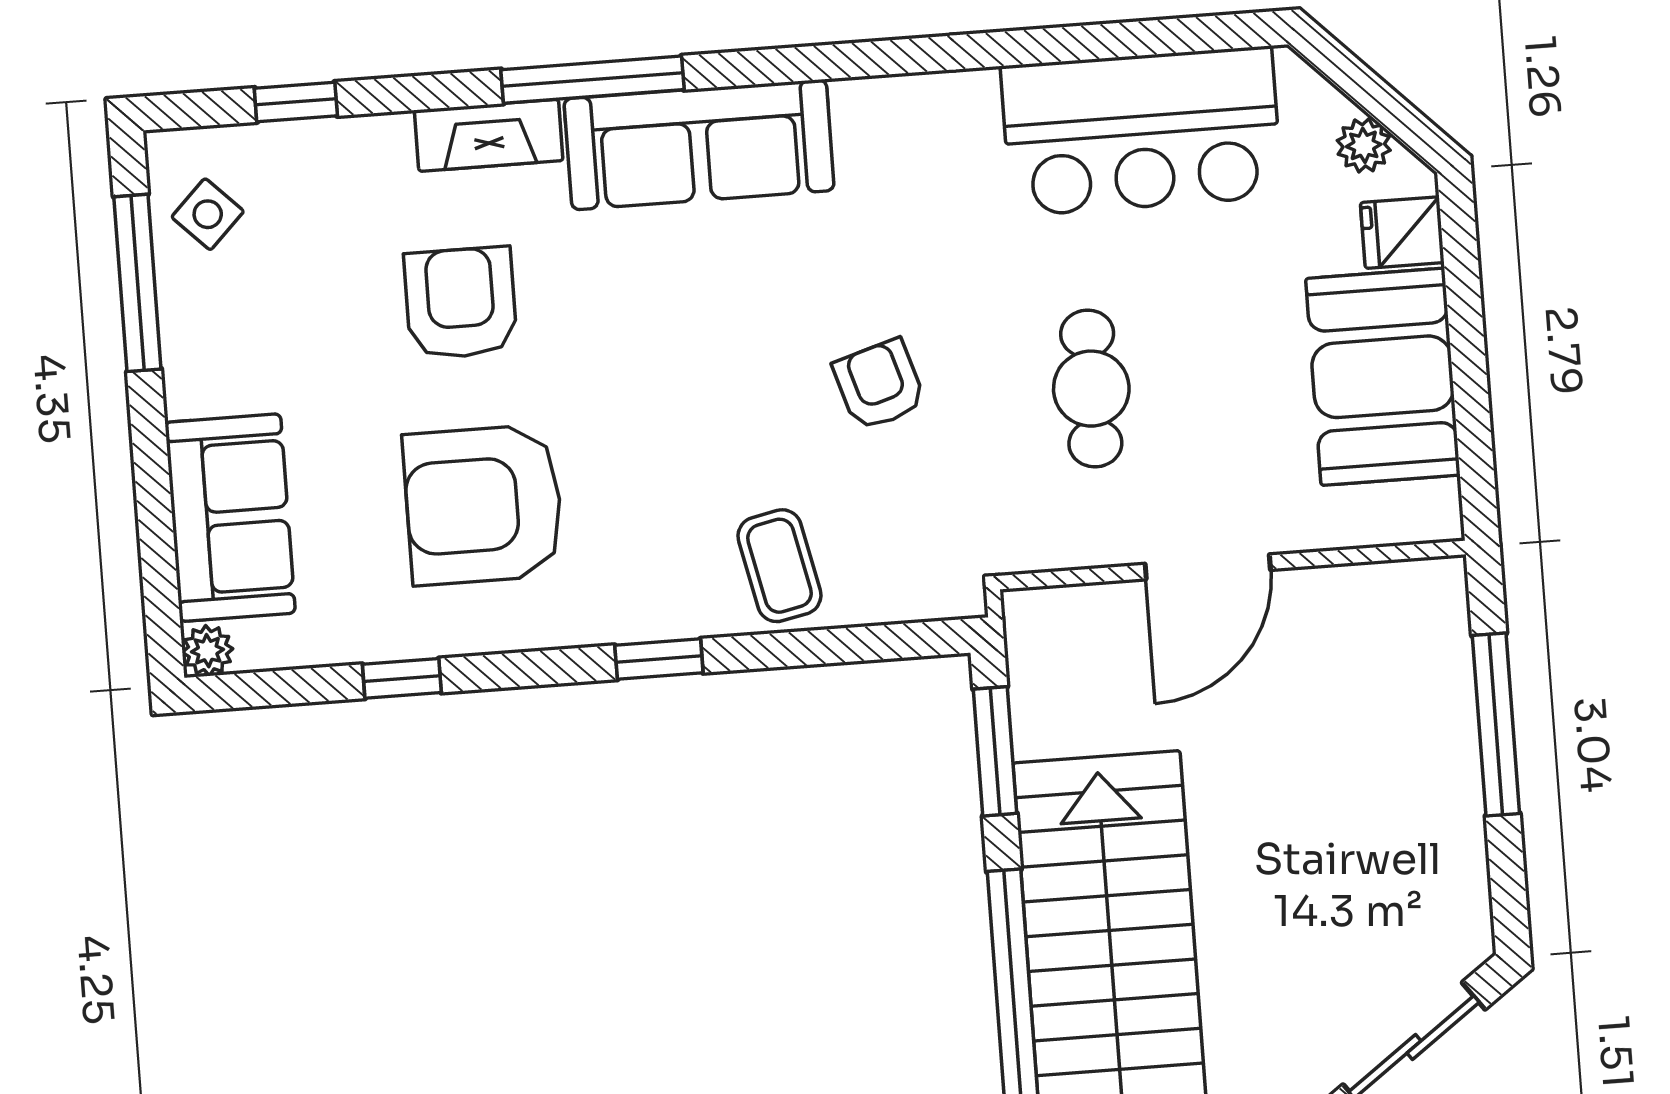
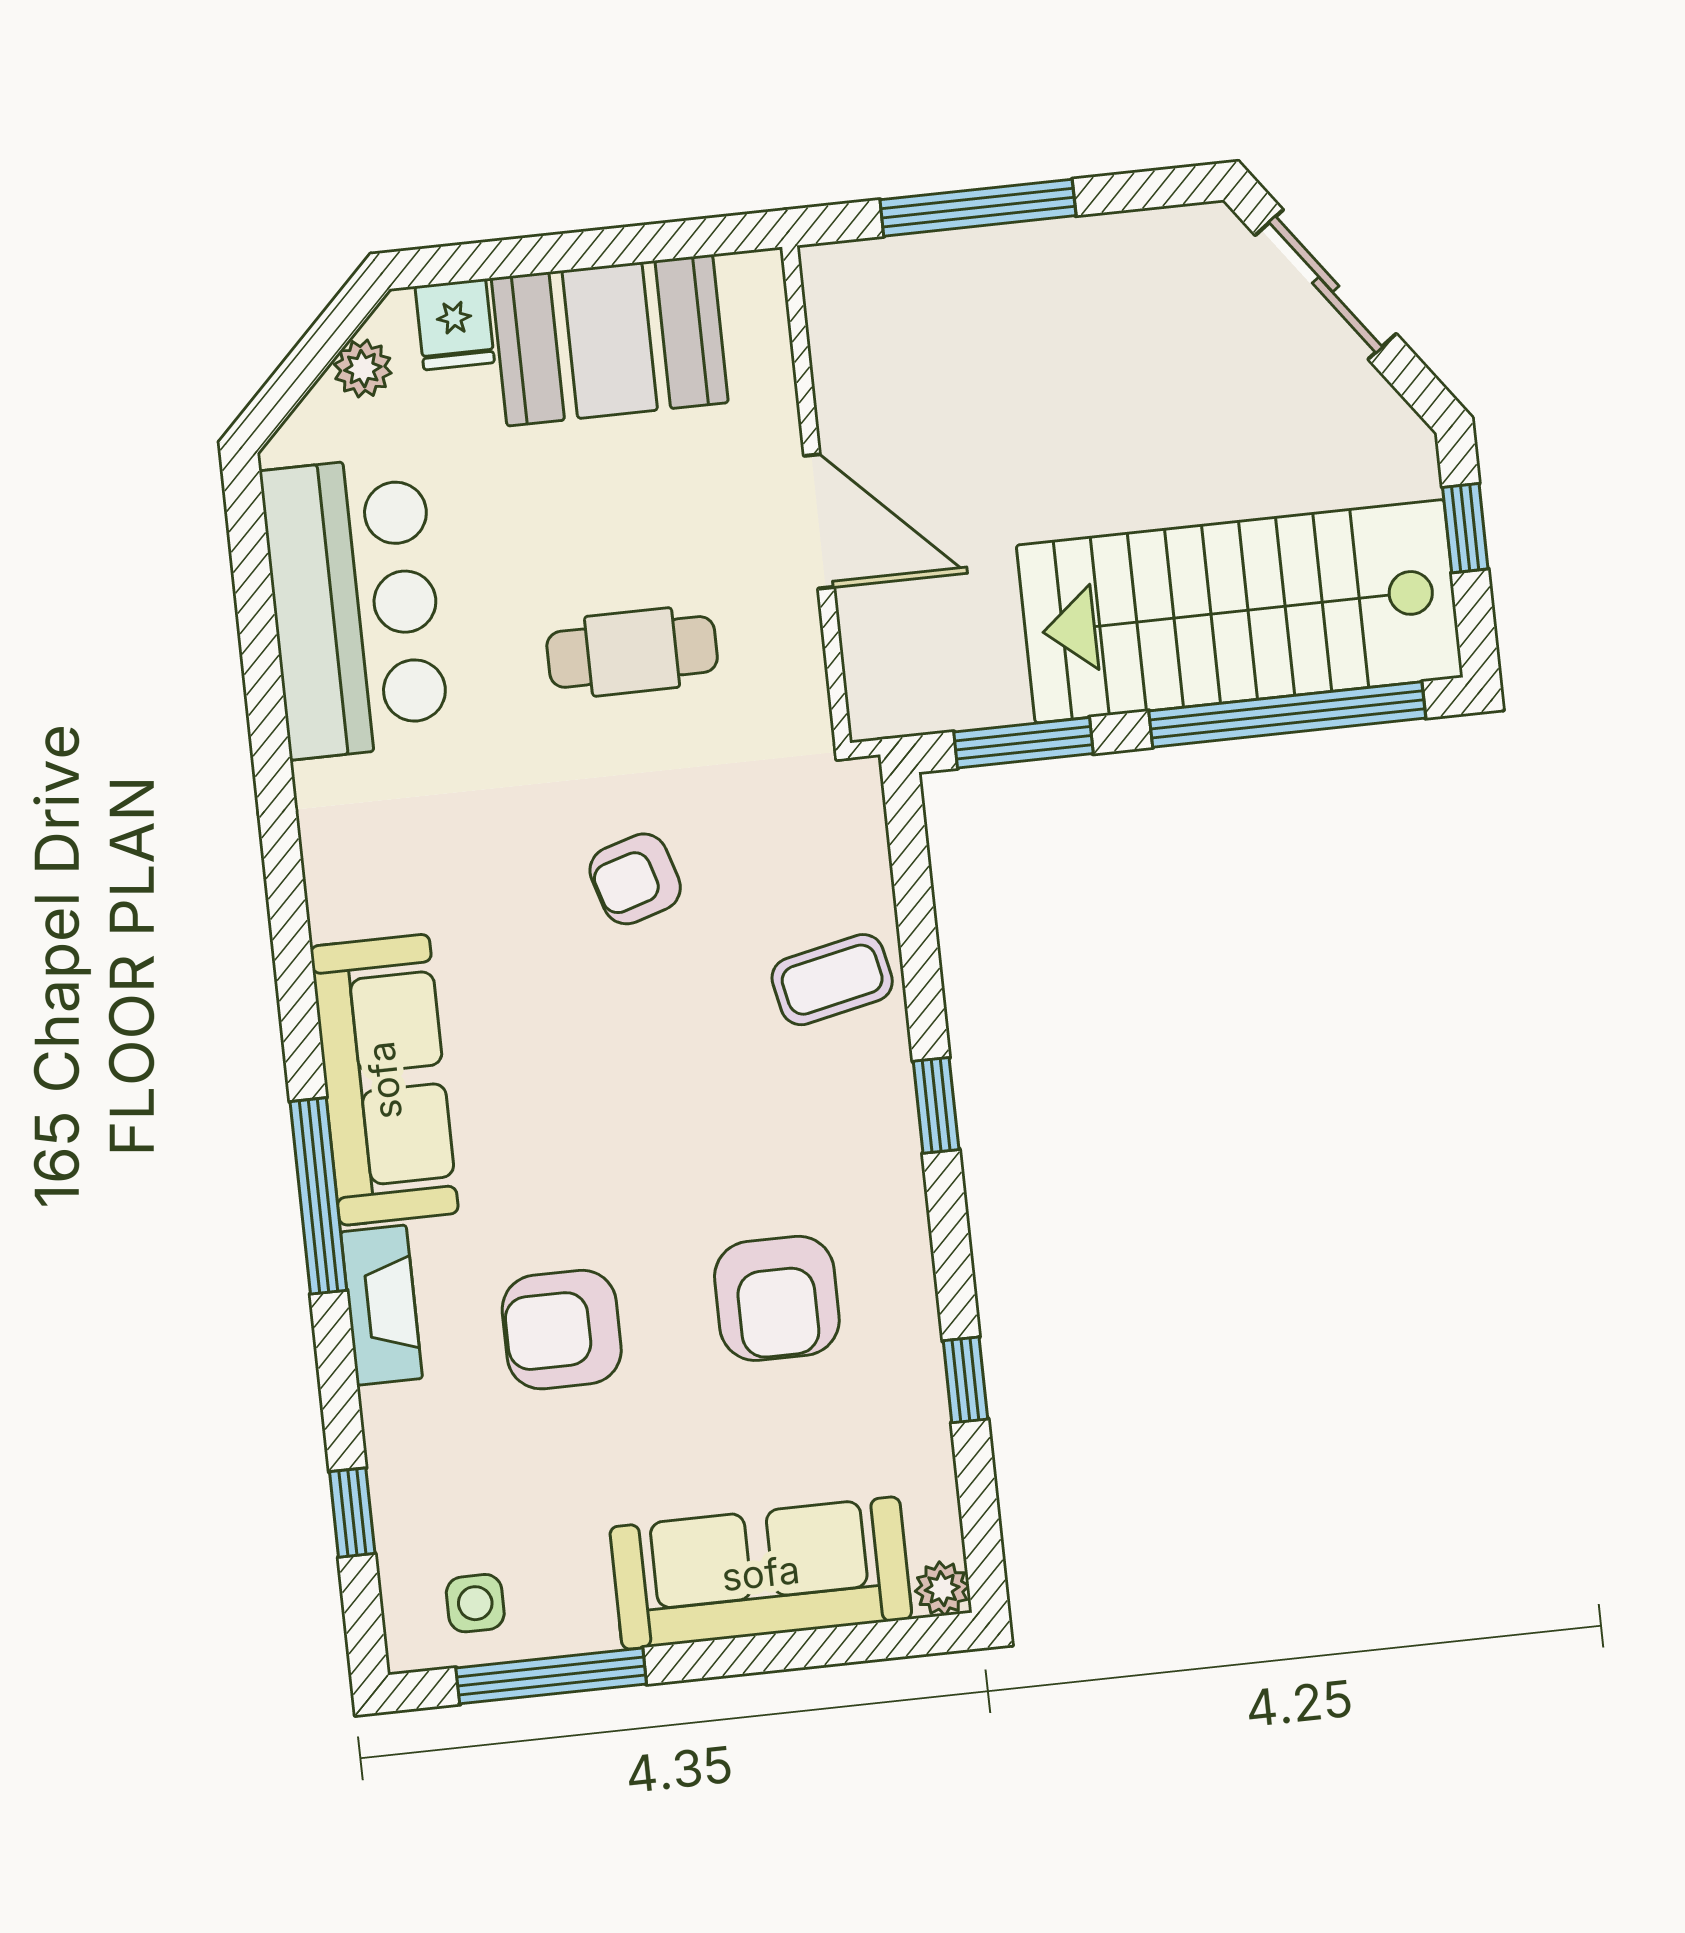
side table: (208, 214) -> (475, 1603), turned 45
armchair: (483, 505) -> (777, 1298), width x0.73, depth x0.73
sofa: (230, 518) -> (761, 1573), width x1.36

